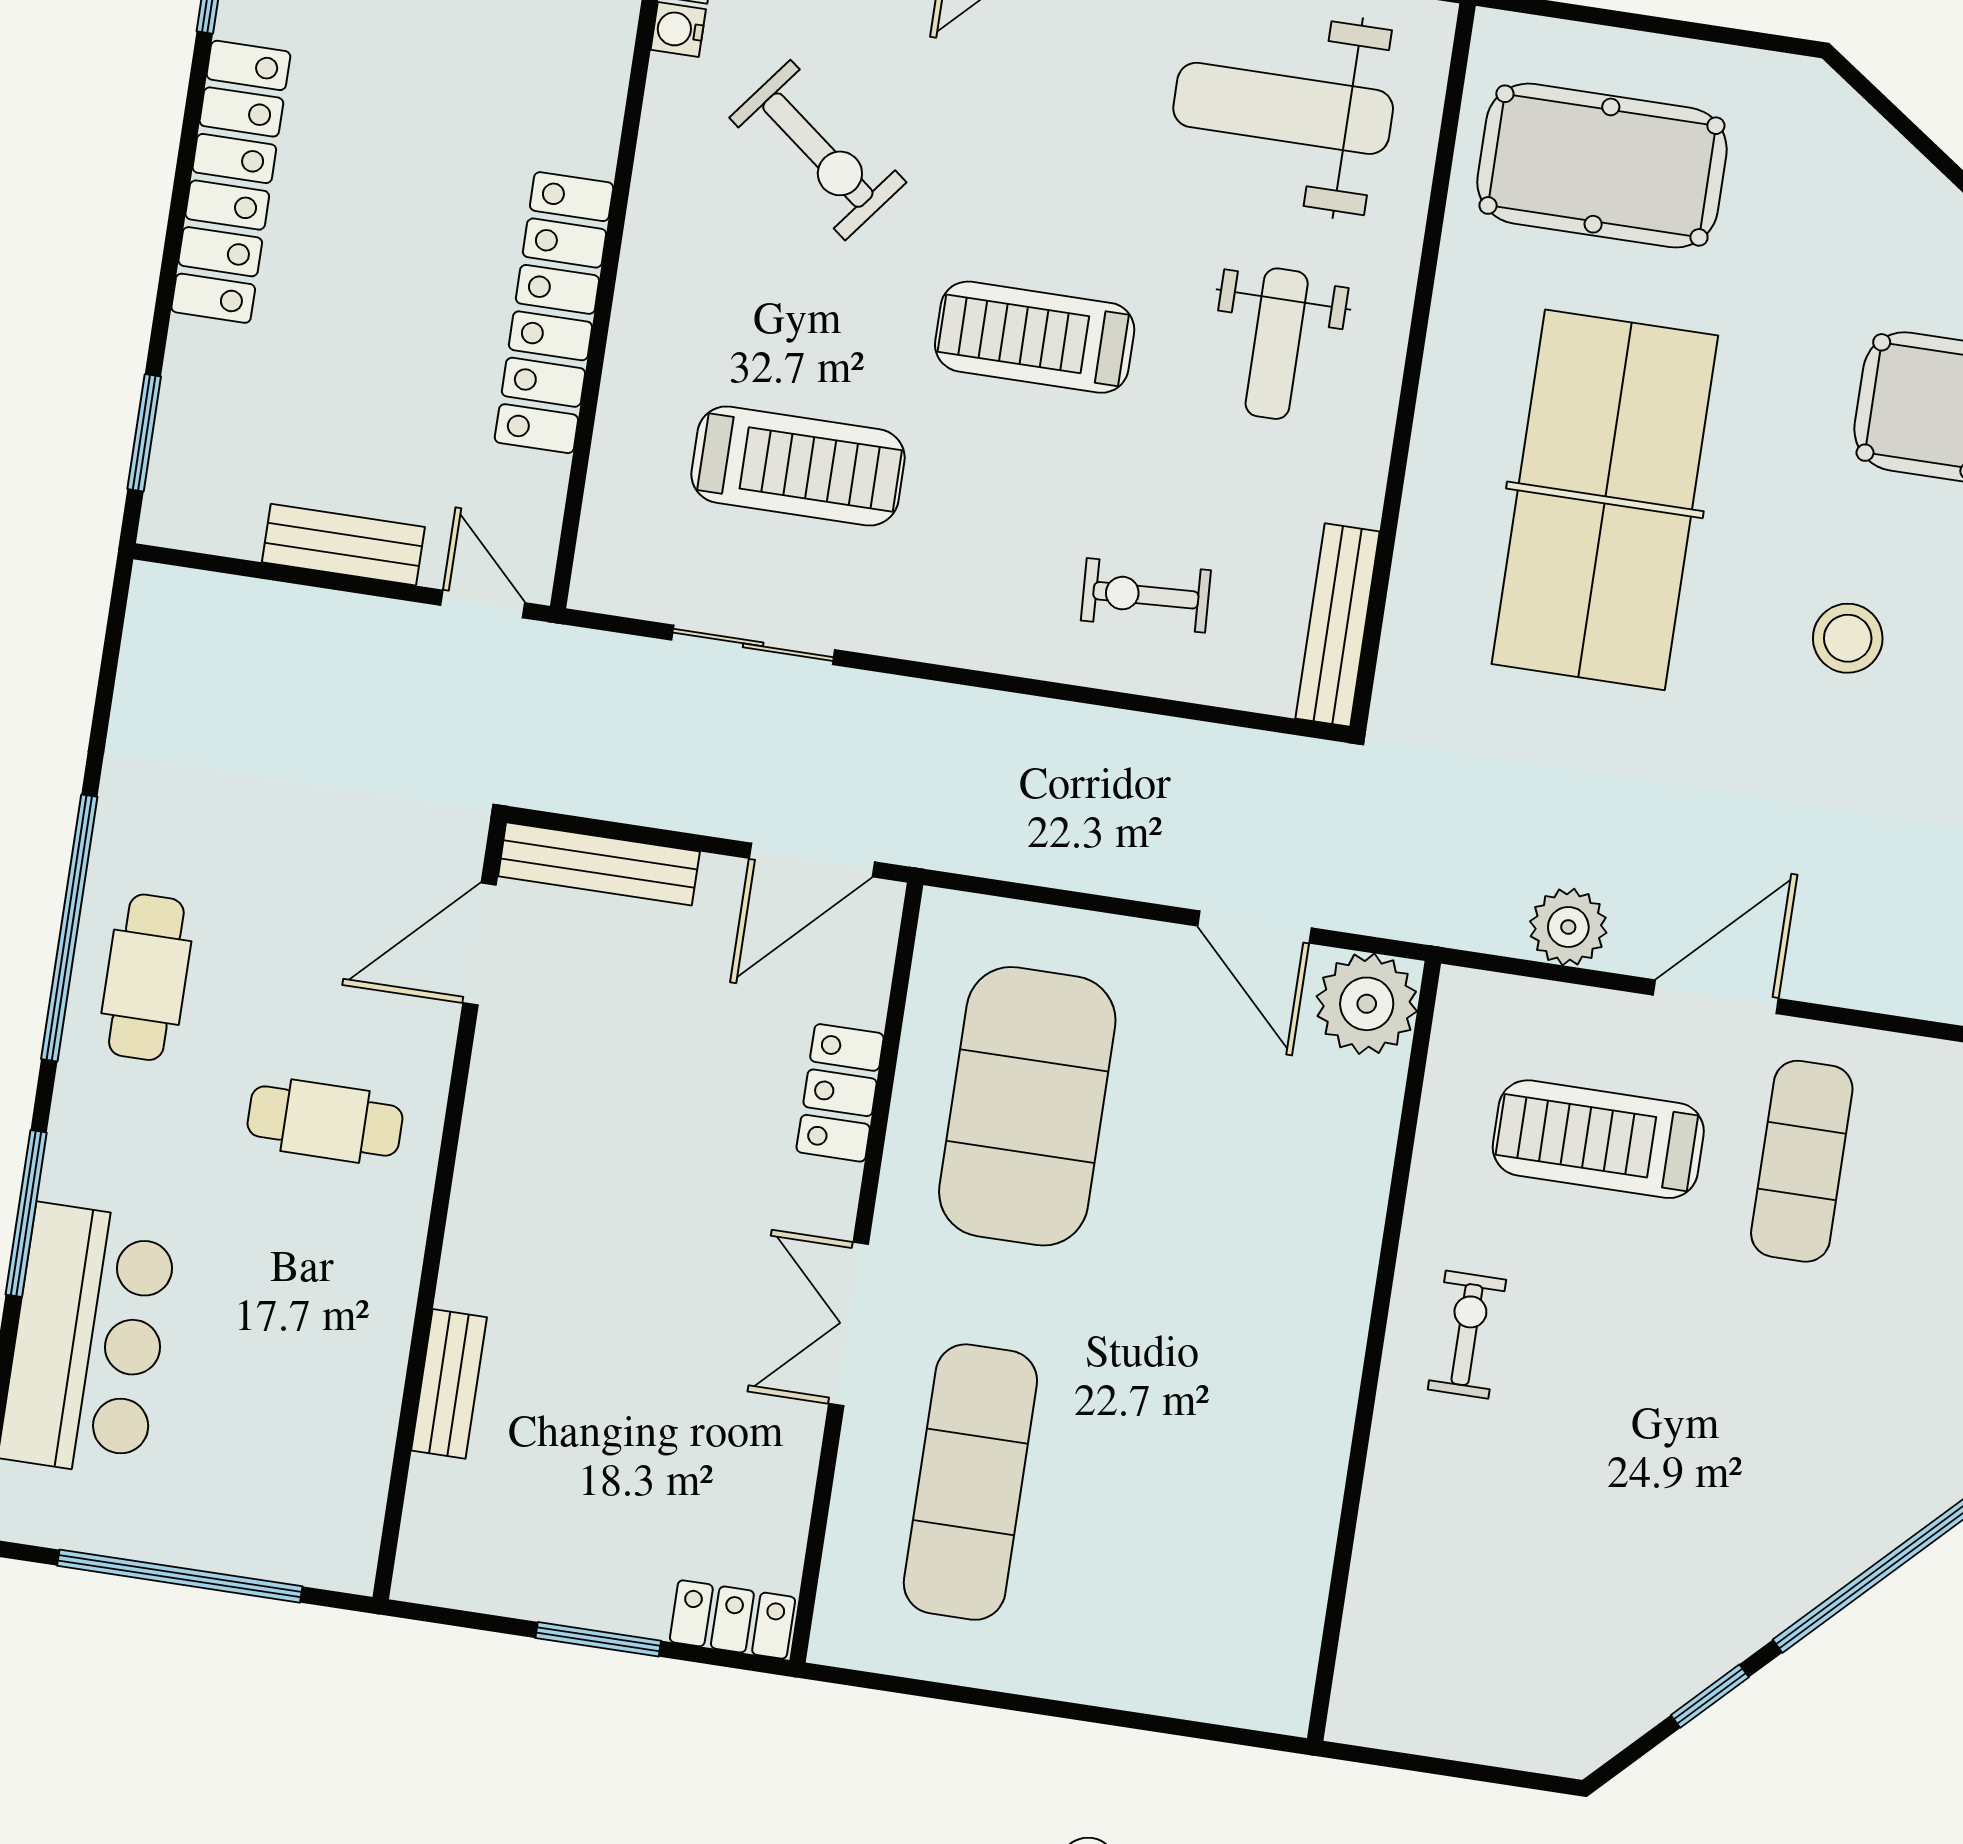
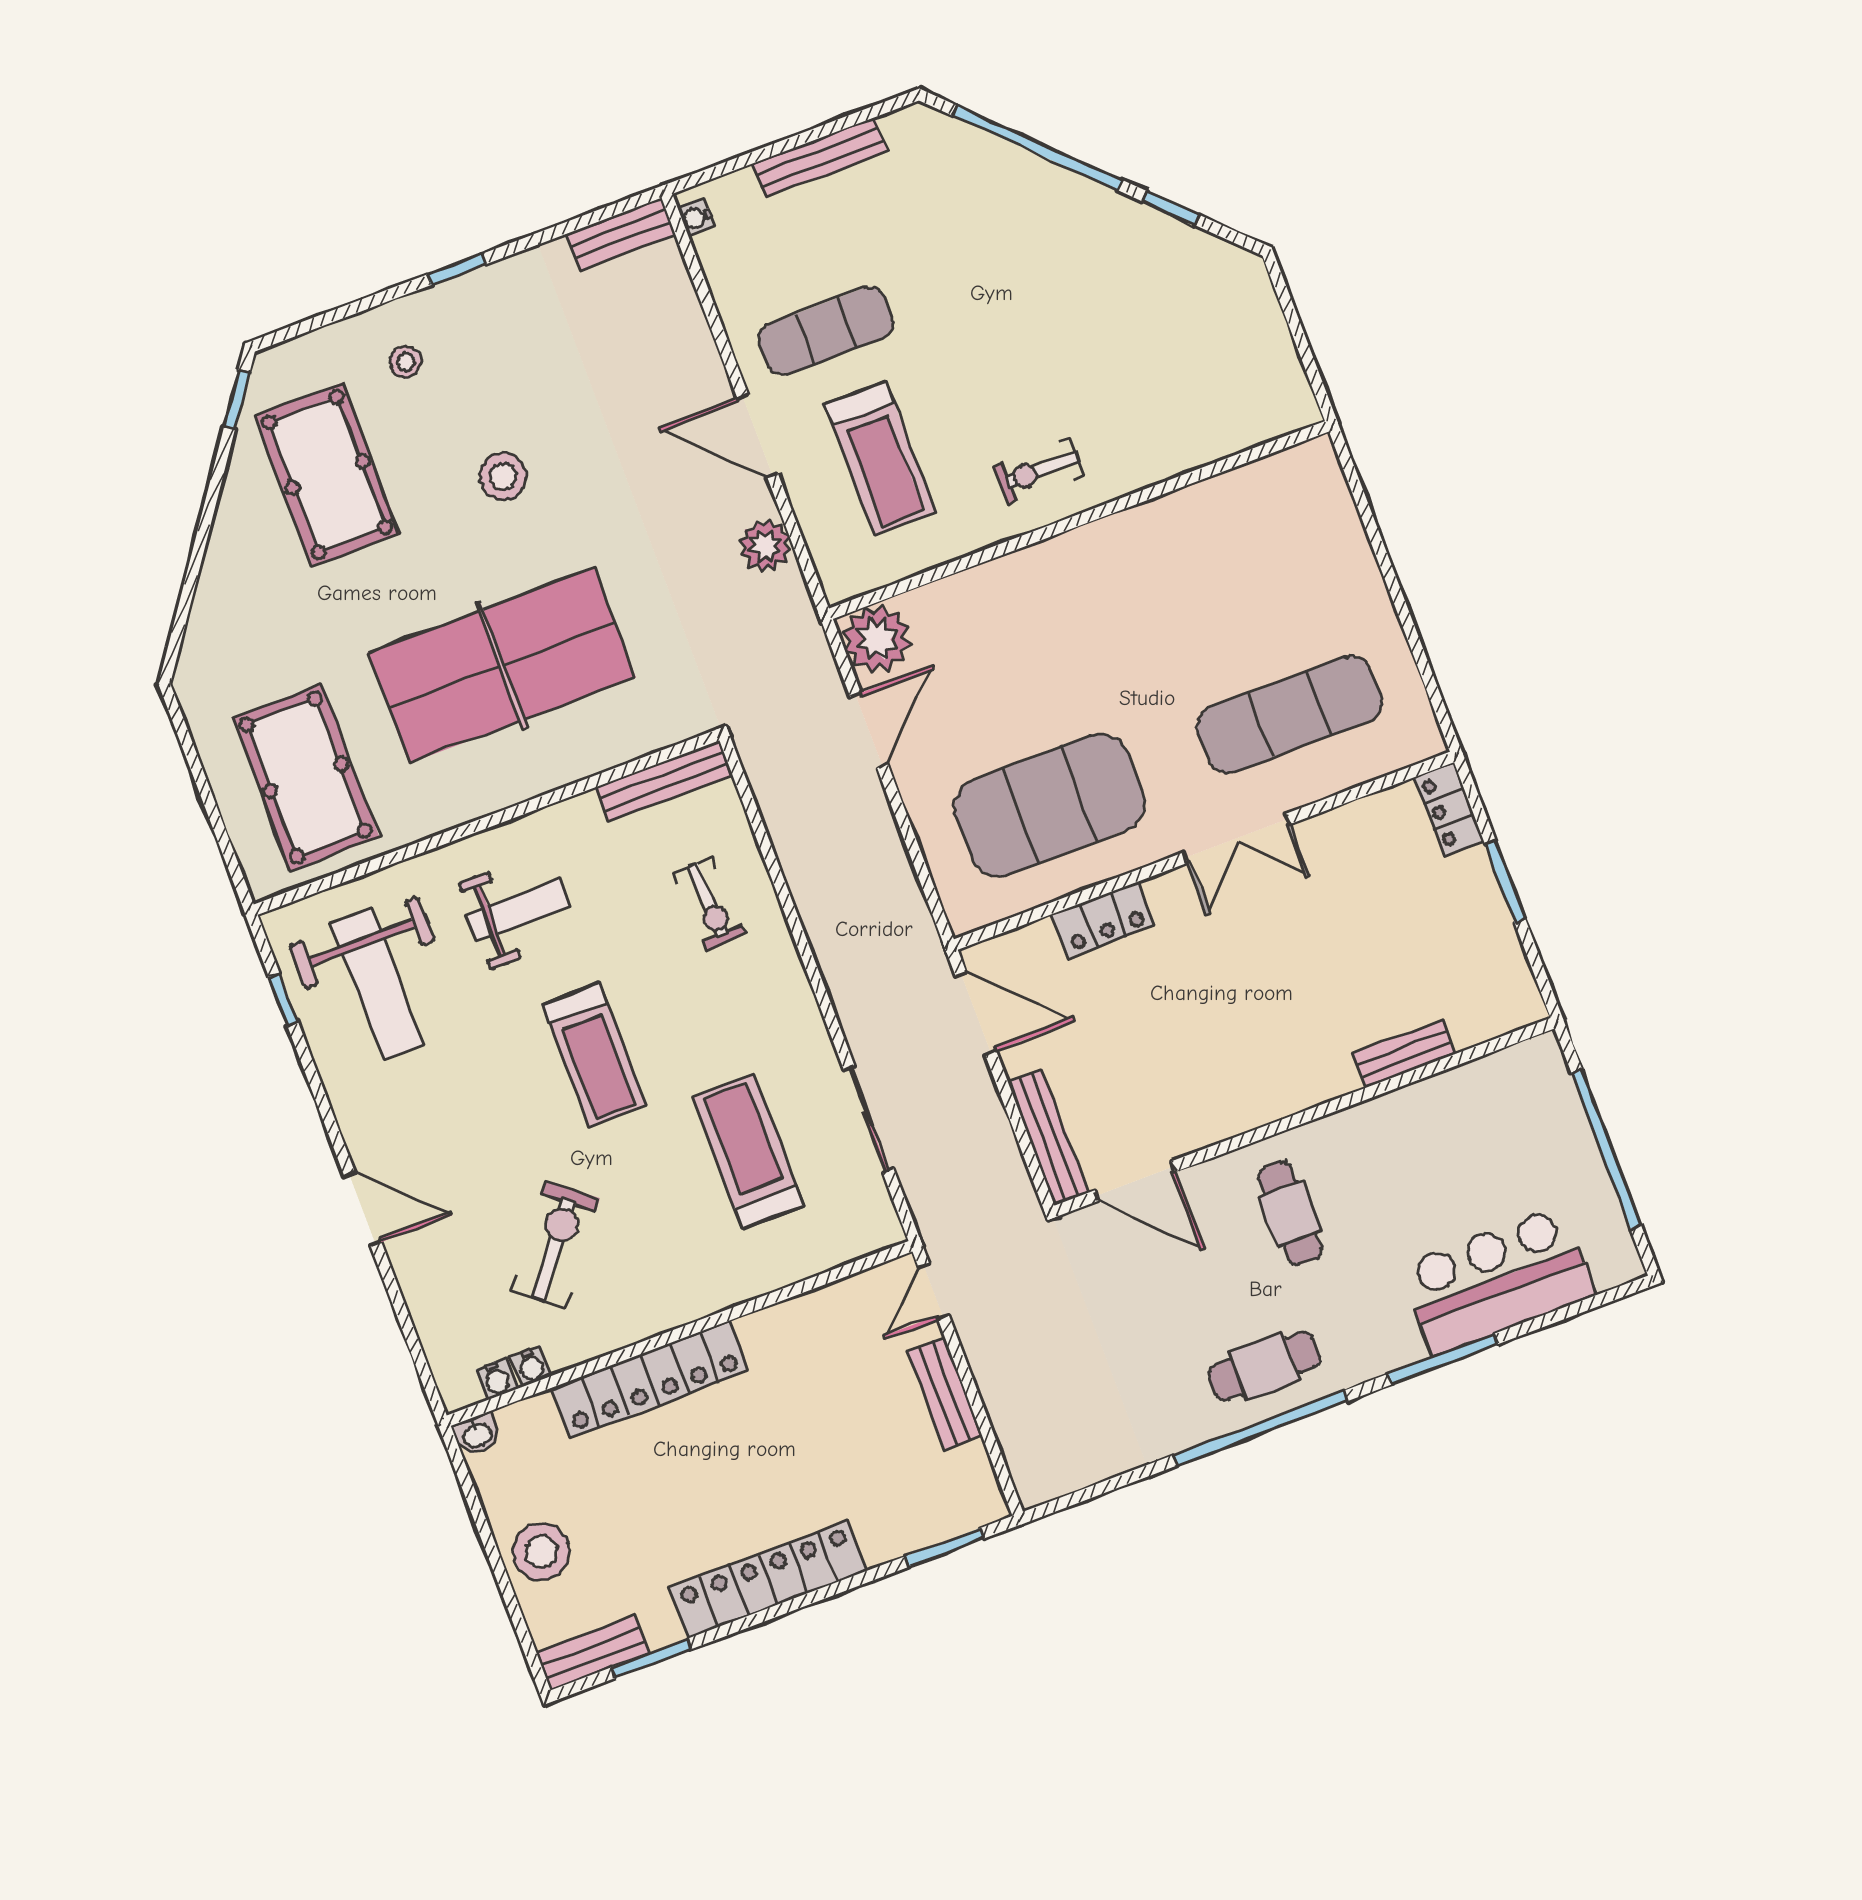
locker: (554, 313) -> (650, 1379), moved

